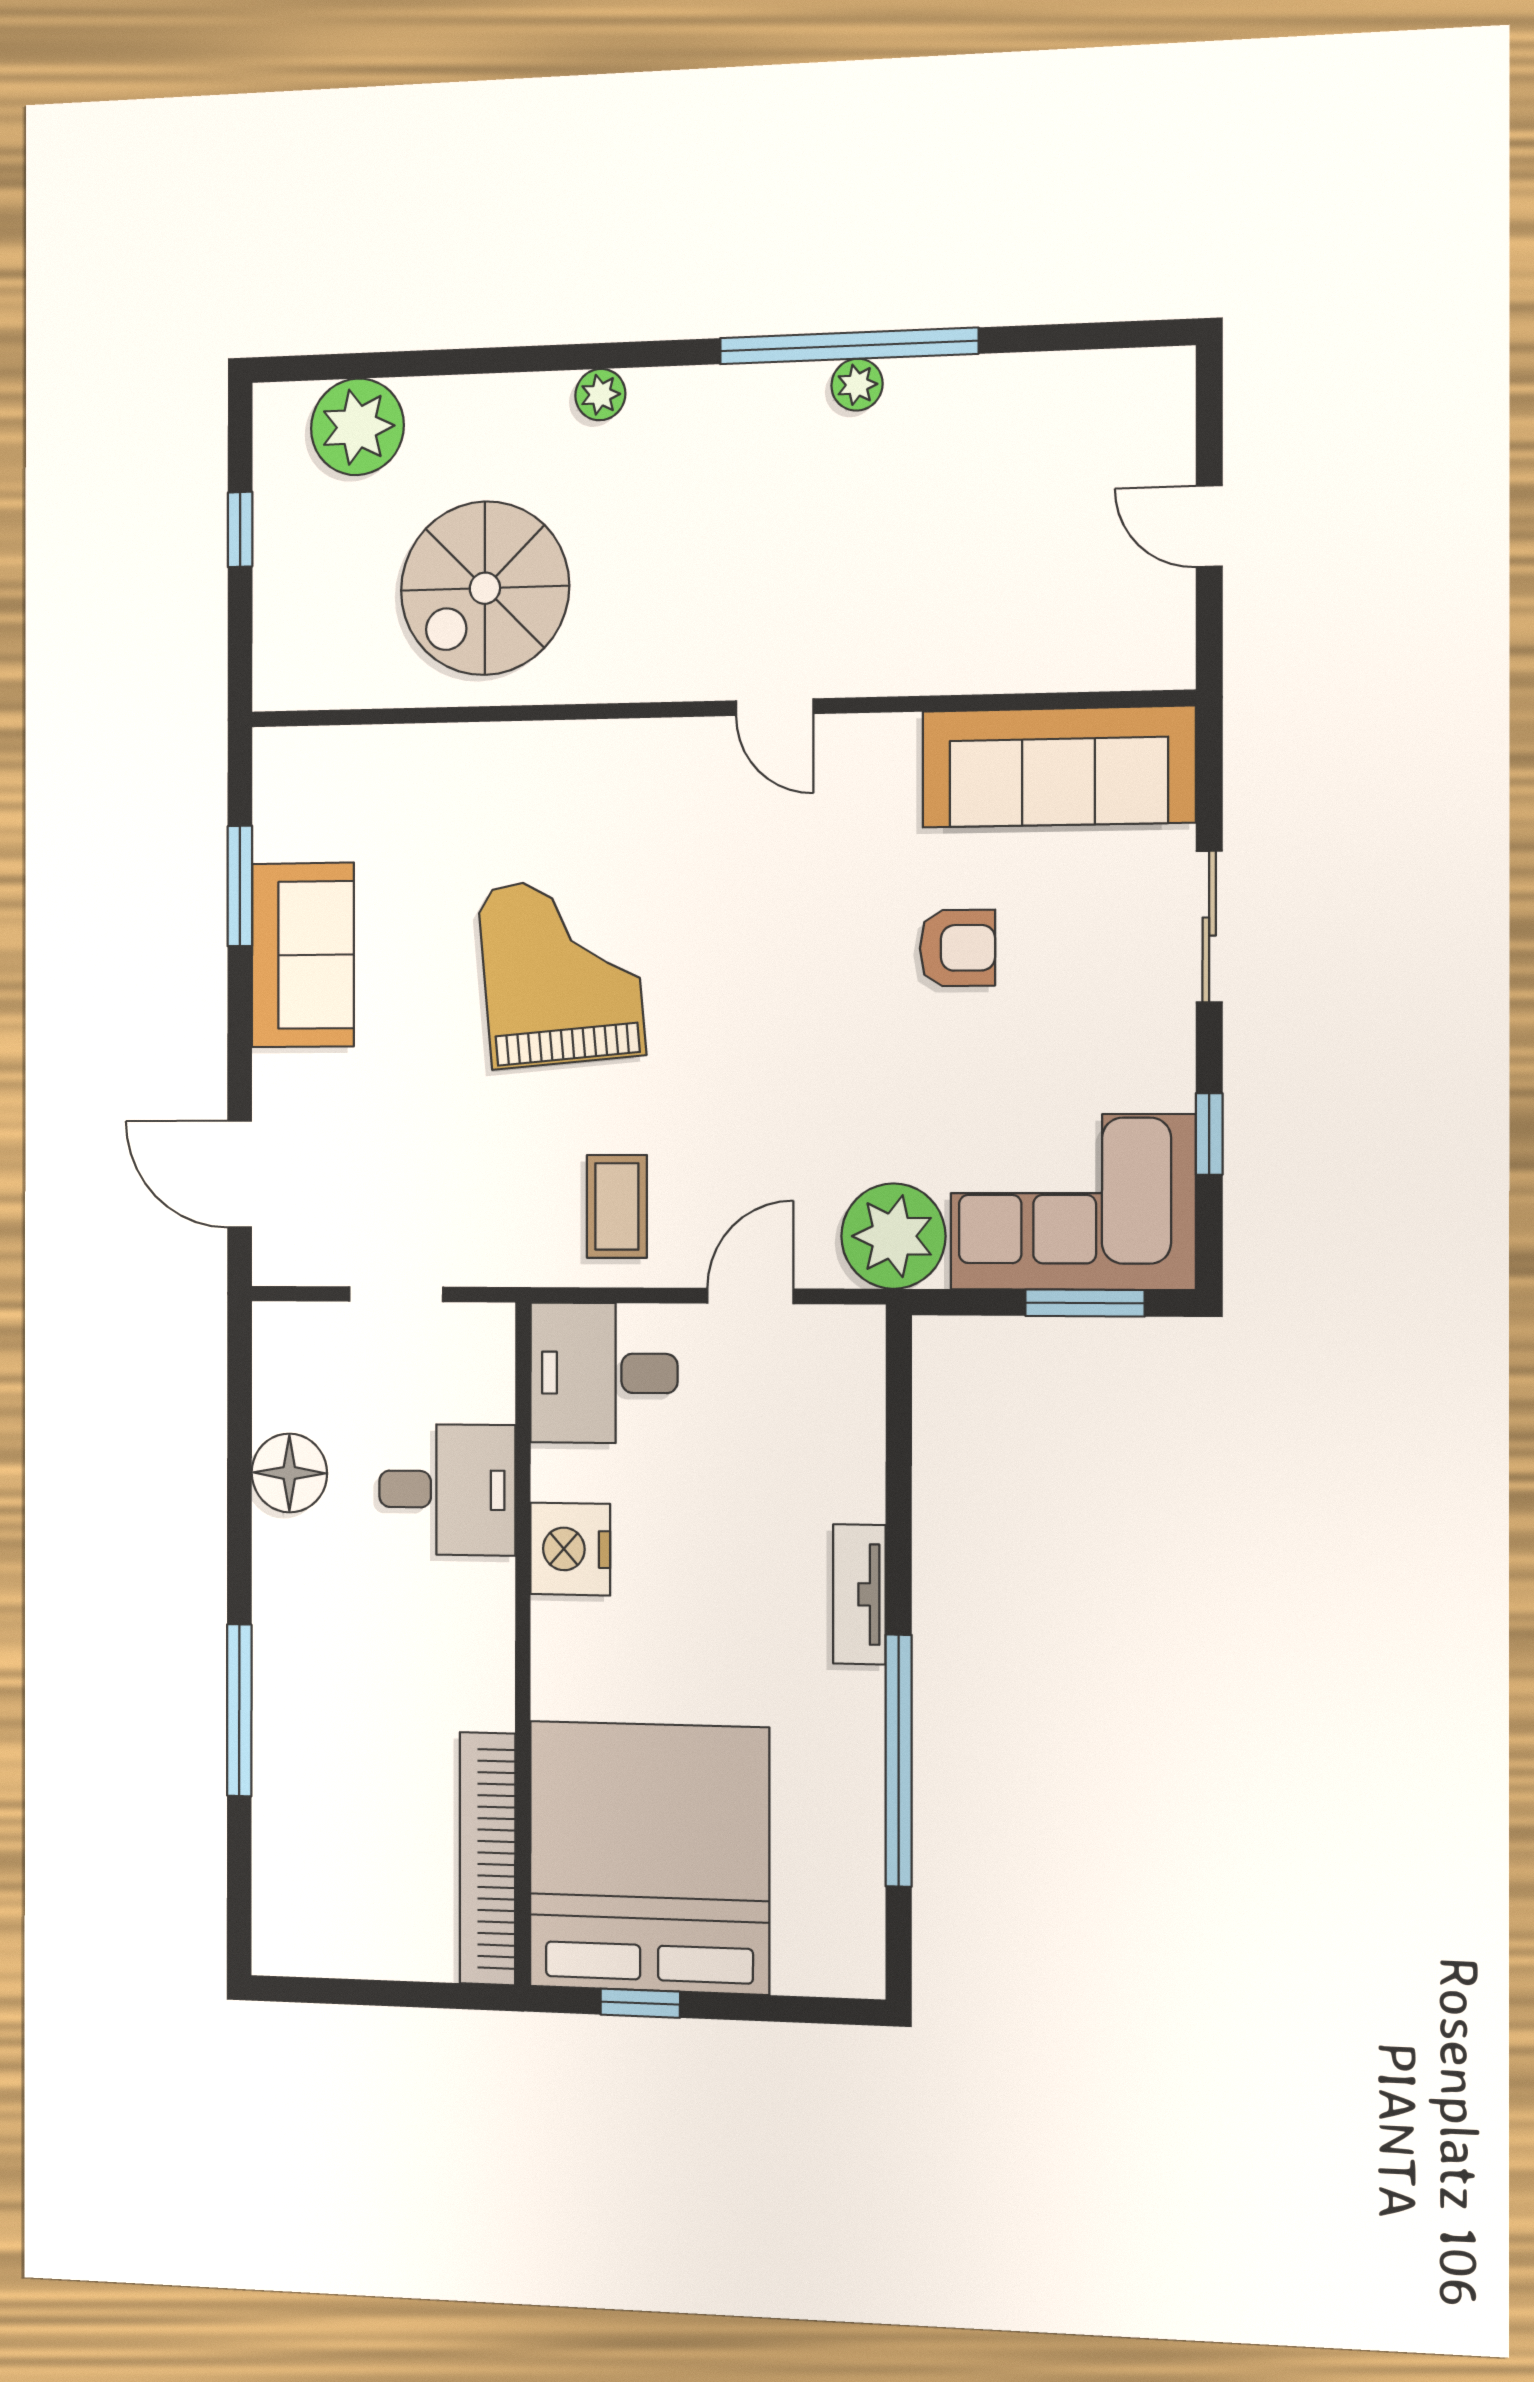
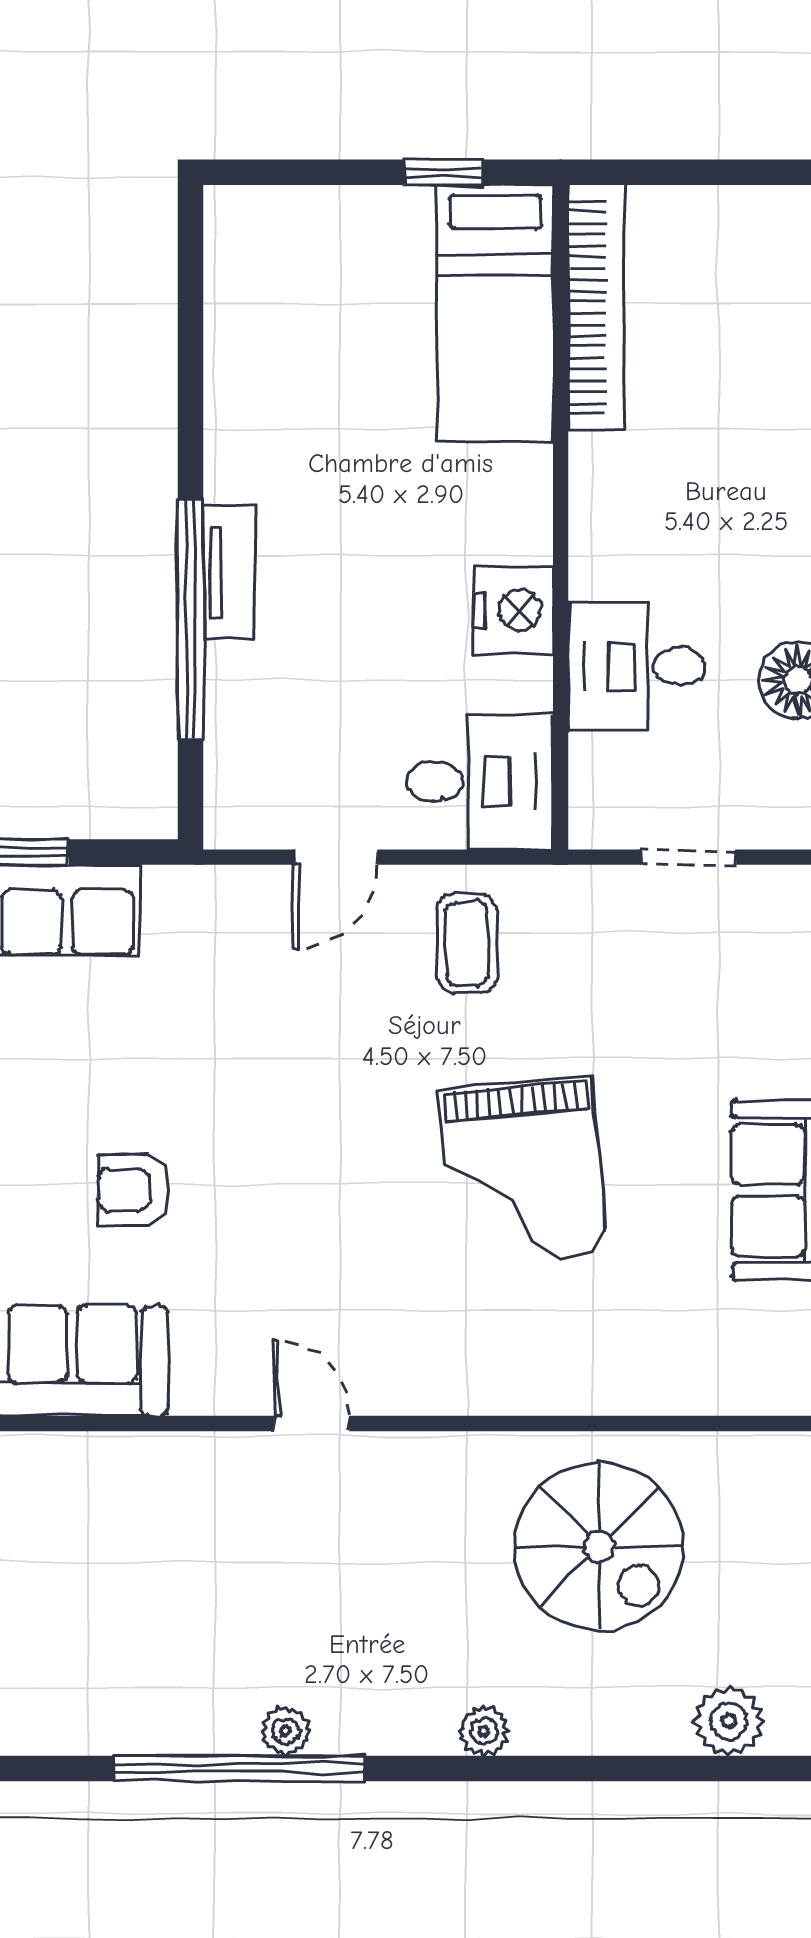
plant: (857, 385) -> (286, 1731), moved
plant: (357, 427) -> (729, 1721), width x0.73, depth x0.73
spiral stairs: (485, 588) -> (599, 1546), turned 90
plant: (893, 1236) -> (196, 915), removed
window: (899, 1761) -> (191, 619), moved
bed: (649, 1857) -> (495, 314), width x0.49

